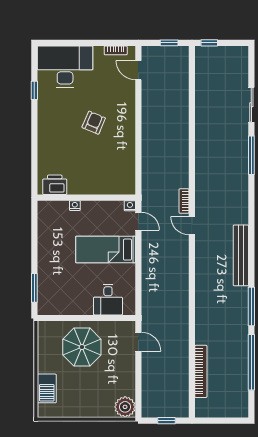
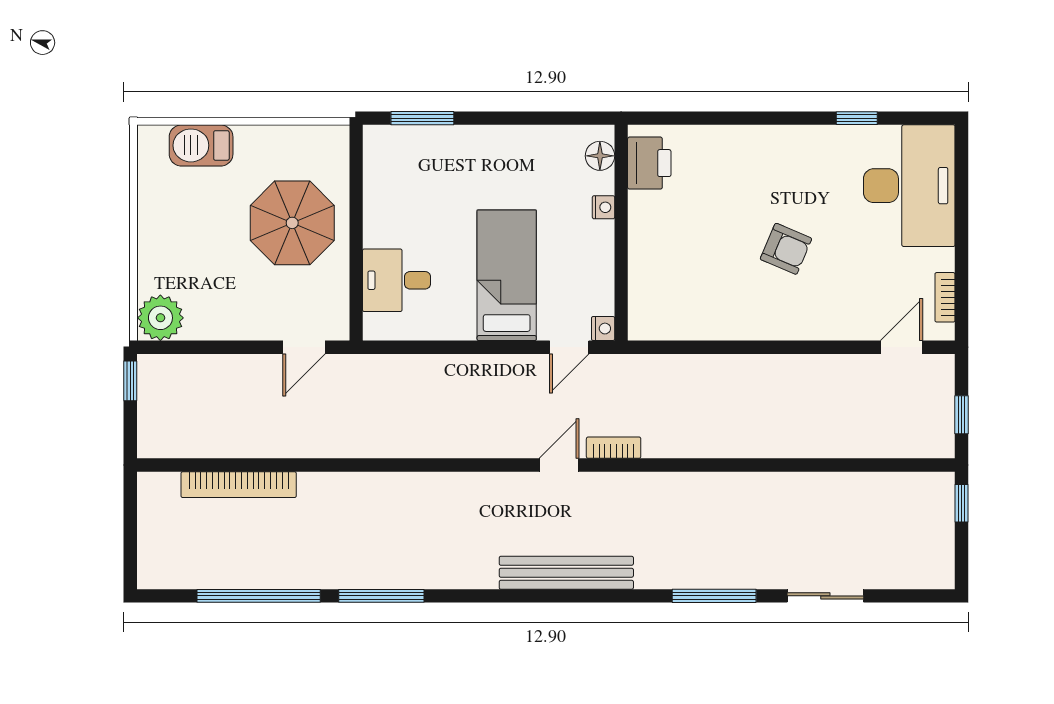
floor lamp: (51, 207) -> (600, 156), added
bench: (241, 255) -> (566, 573), moved
window: (167, 421) -> (130, 381), moved

